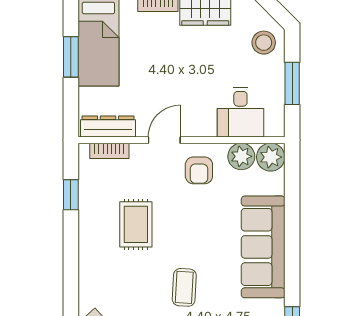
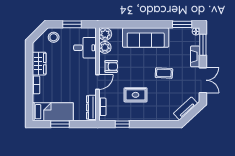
door: (164, 140) -> (98, 82), swing flipped

